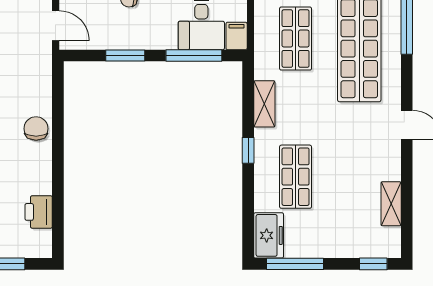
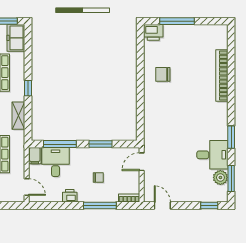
door: (56, 26) -> (142, 162), hinge flipped
chair: (36, 129) -> (163, 74), moved, turned 90
printer: (39, 212) -> (153, 32), moved, turned 90

